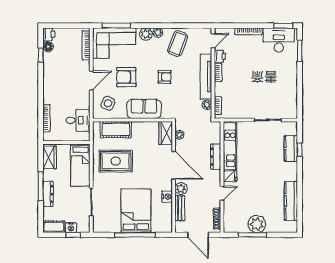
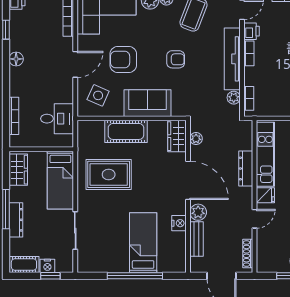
floor lamp: (48, 47) -> (16, 59), moved
cot: (116, 130) -> (126, 131), moved
bed: (136, 211) -> (143, 243), width x0.67

